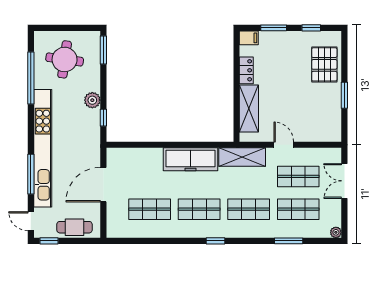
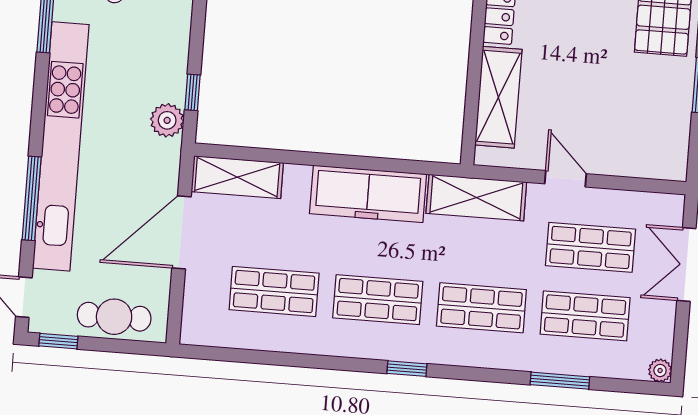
plant: (92, 100) -> (167, 120), moved
shelving: (128, 156) -> (237, 177), added

